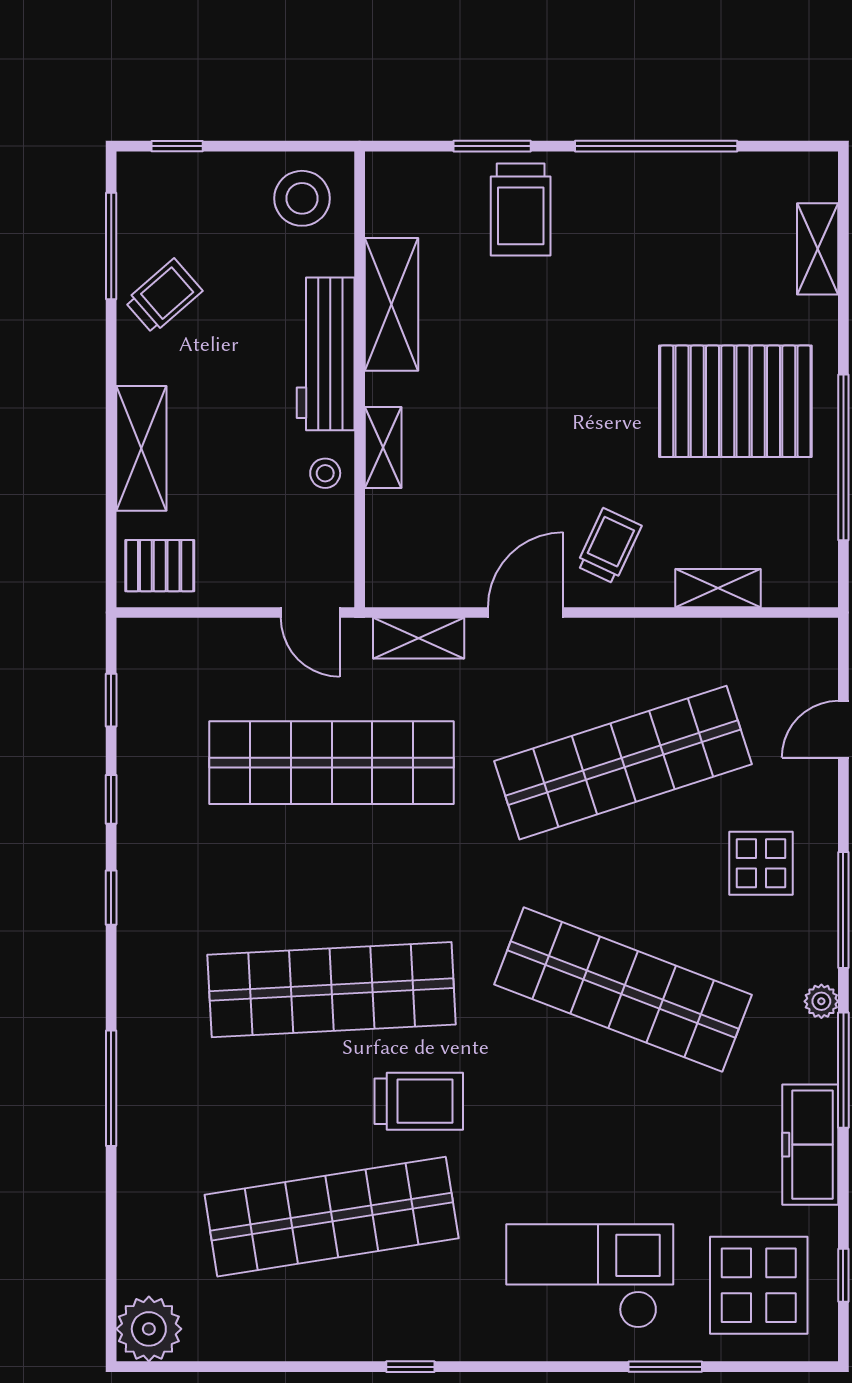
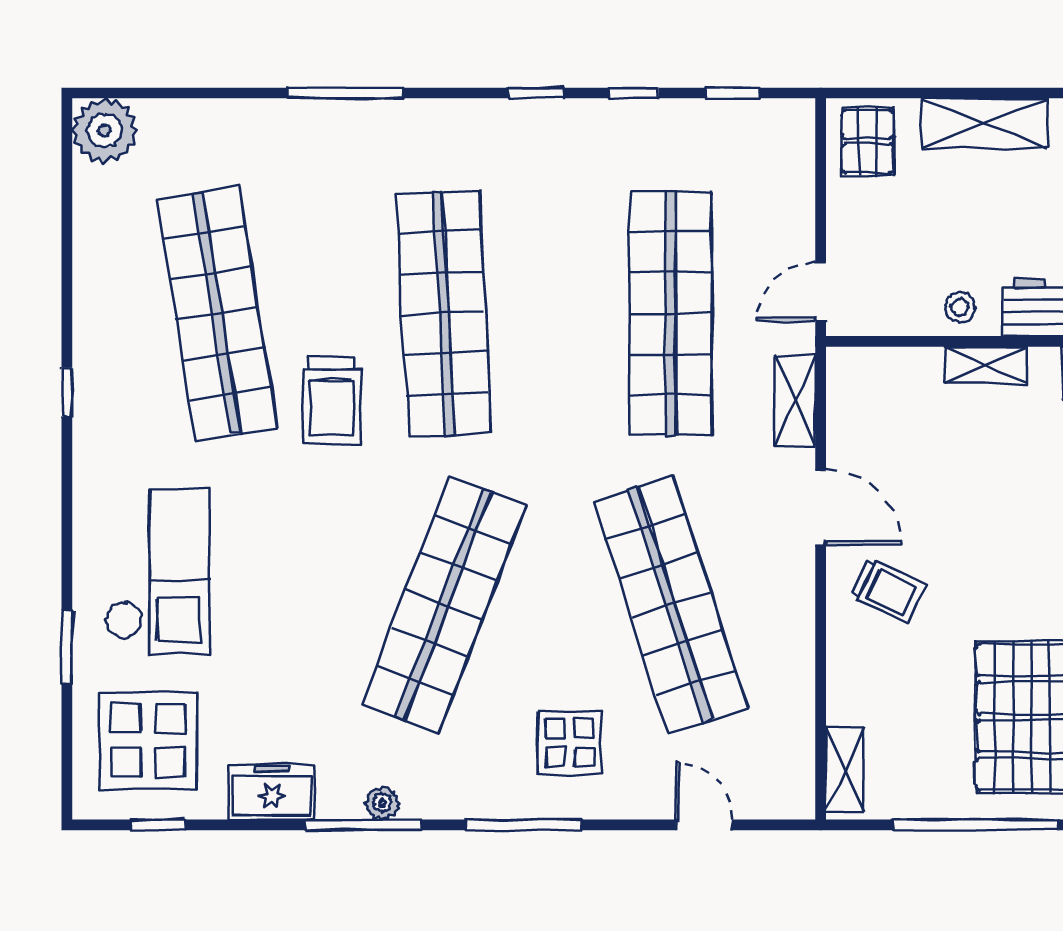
shelving: (718, 588) -> (845, 769), moved
plant: (821, 1001) -> (382, 803), moved
freezer: (810, 1145) -> (272, 792), width x0.71

